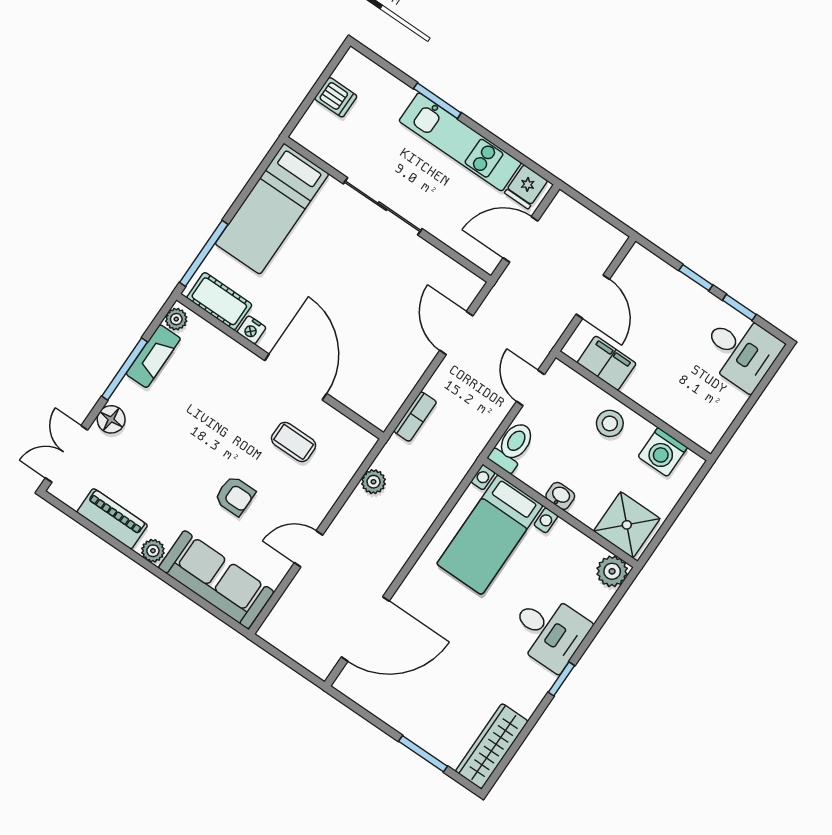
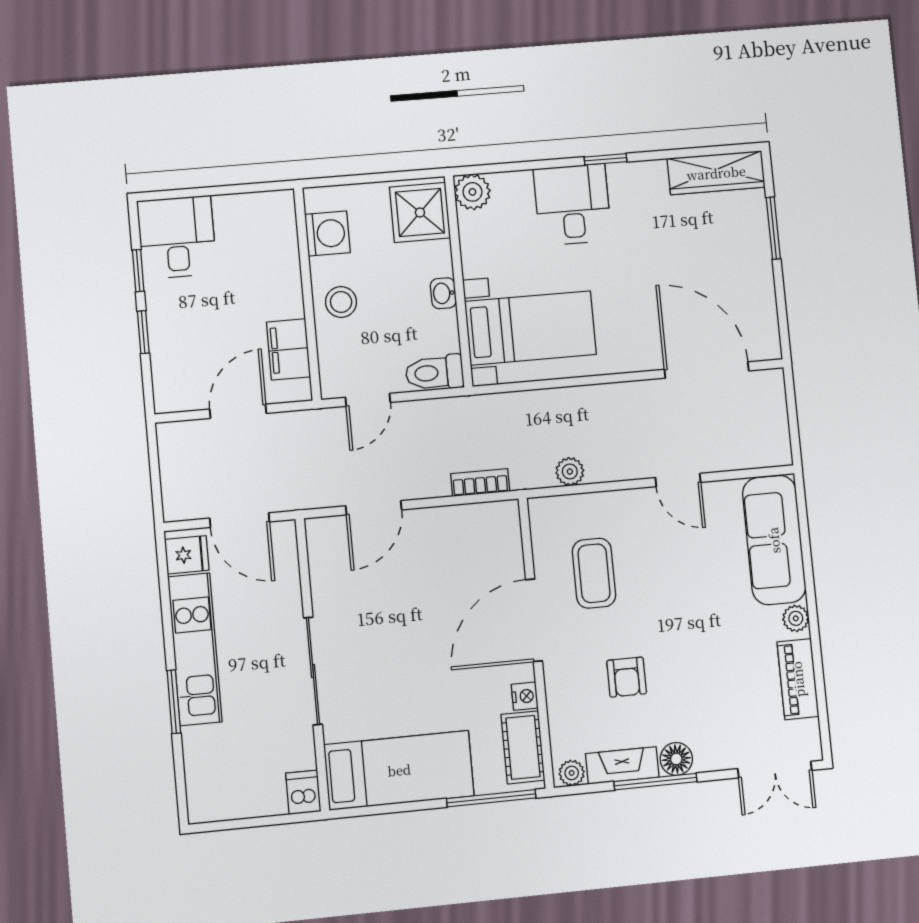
dishwasher: (336, 97) -> (303, 792), moved
floor lamp: (111, 419) -> (676, 759), moved
coffee table: (294, 442) -> (594, 573), width x1.36, depth x1.30
armchair: (235, 496) -> (627, 677), moved, turned 180

